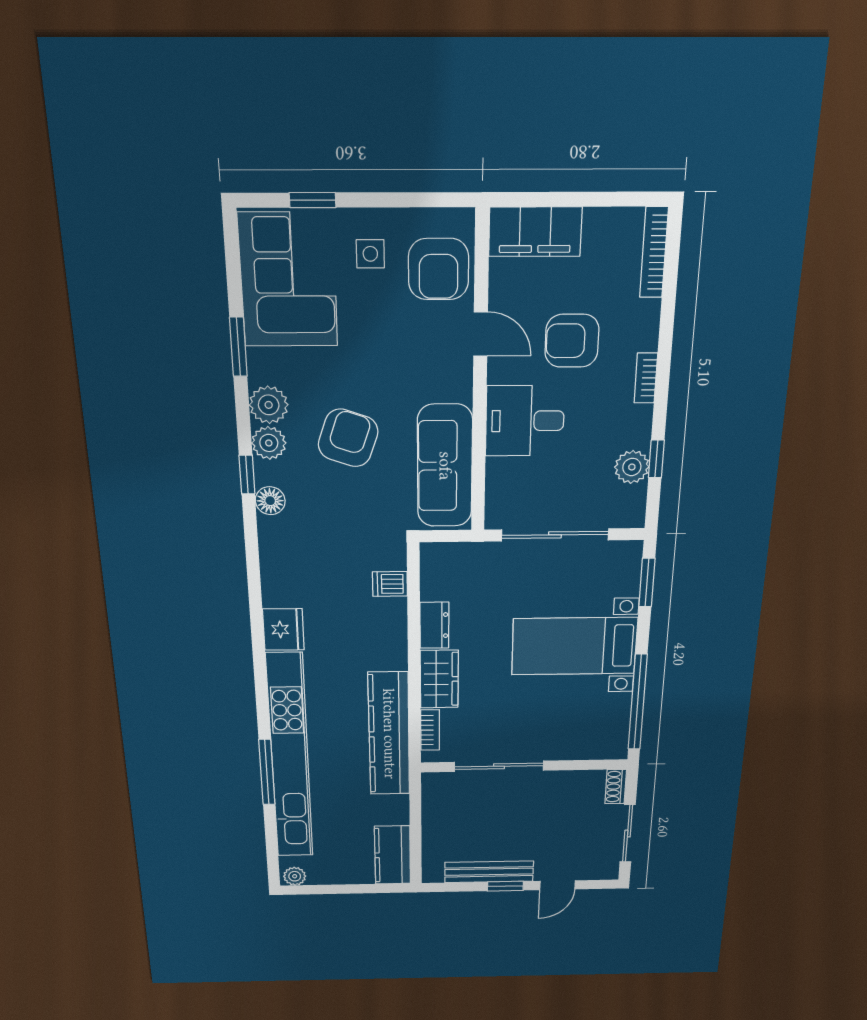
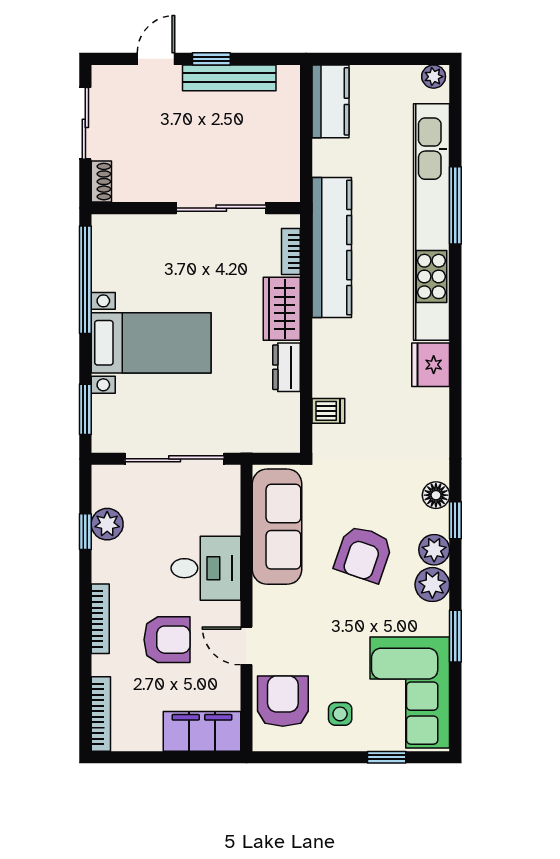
bookcase: (646, 378) -> (100, 619), width x1.56

